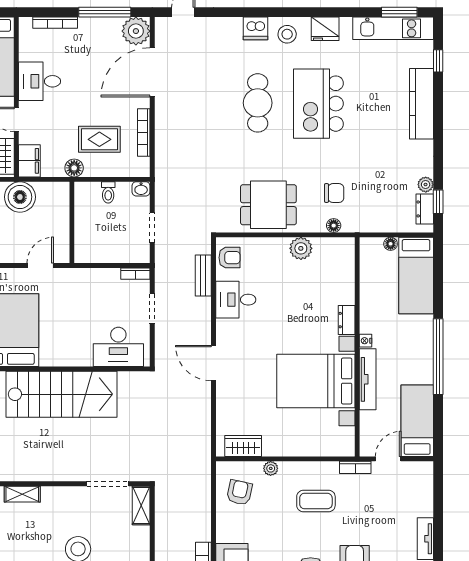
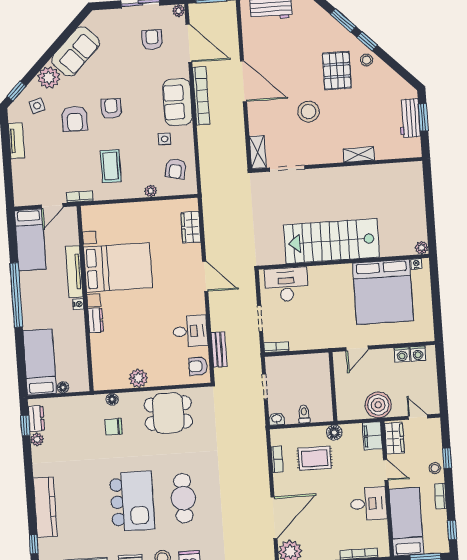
bookcase: (144, 133) -> (277, 459), width x0.64
wardrobe: (243, 446) -> (191, 227), moved, turned 90
coffee table: (316, 501) -> (111, 166), turned 90
side table: (250, 529) -> (165, 139), added

